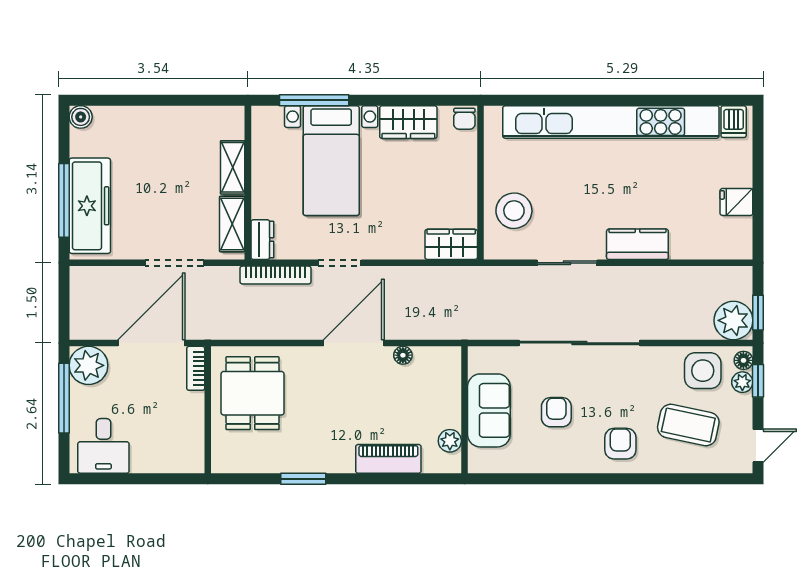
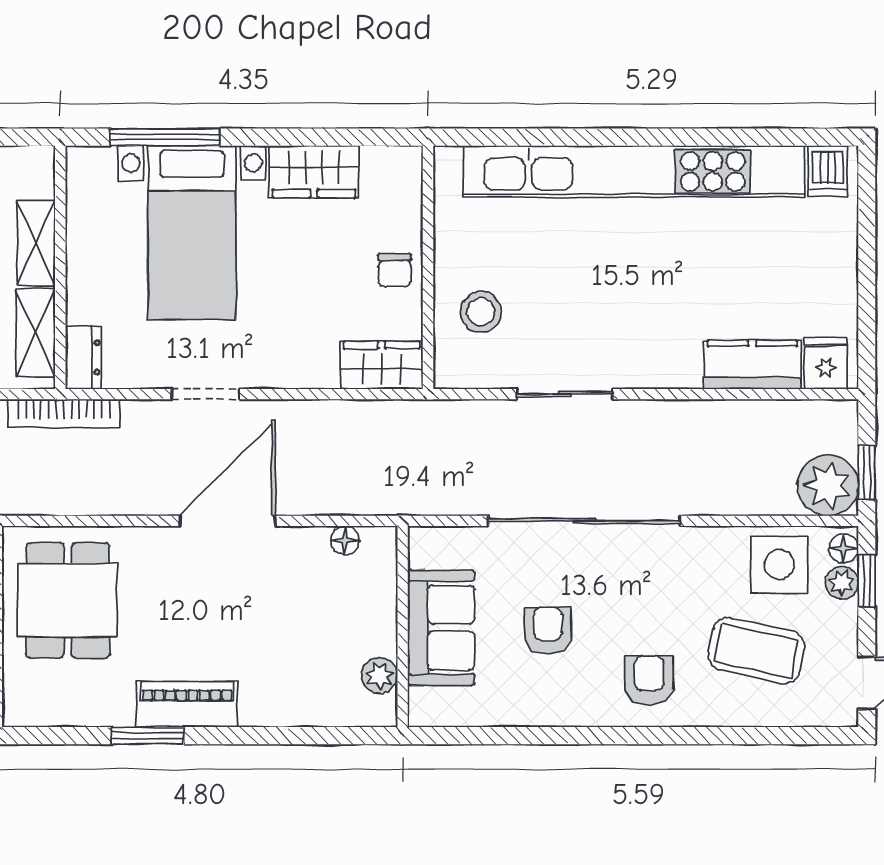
chair: (464, 119) -> (395, 270), moved
fridge: (736, 202) -> (826, 363), moved, turned 90
stool: (514, 211) -> (481, 312), width x0.73, depth x0.73
kitchen counter: (637, 244) -> (752, 365), moved
bookcase: (275, 275) -> (64, 413), moved
floor lamp: (403, 355) -> (345, 540), moved
piano: (388, 459) -> (187, 704), moved

